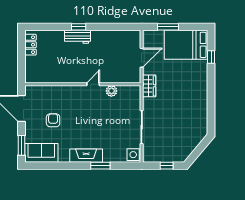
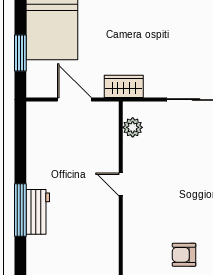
window: (79, 27) -> (20, 210), width x2.17
plant: (111, 91) -> (133, 127), moved

